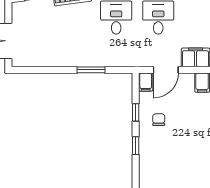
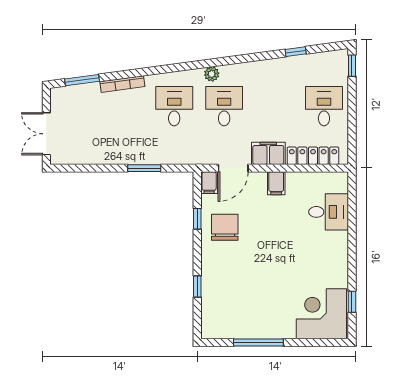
chair: (159, 120) -> (225, 227), width x1.87, depth x1.87
window: (136, 146) -> (197, 286), moved

